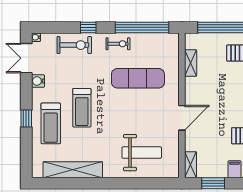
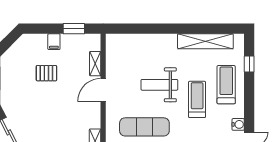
window: (26, 119) -> (249, 64), moved
weight bench: (142, 153) -> (159, 85), moved
shelving: (190, 165) -> (95, 64), moved

